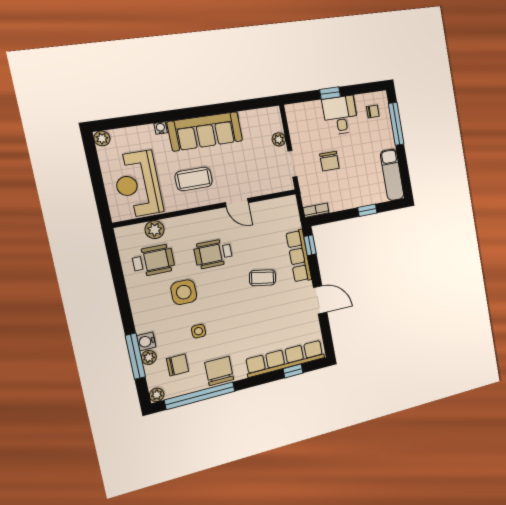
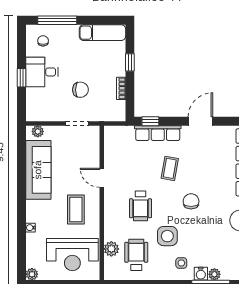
sofa: (205, 131) -> (38, 170), moved
plant: (279, 139) -> (38, 131), moved
door: (237, 203) -> (102, 178), swing flipped
bookcase: (316, 210) -> (121, 88), moved
side table: (199, 331) -> (181, 263), moved
chair: (178, 365) -> (191, 201), moved

